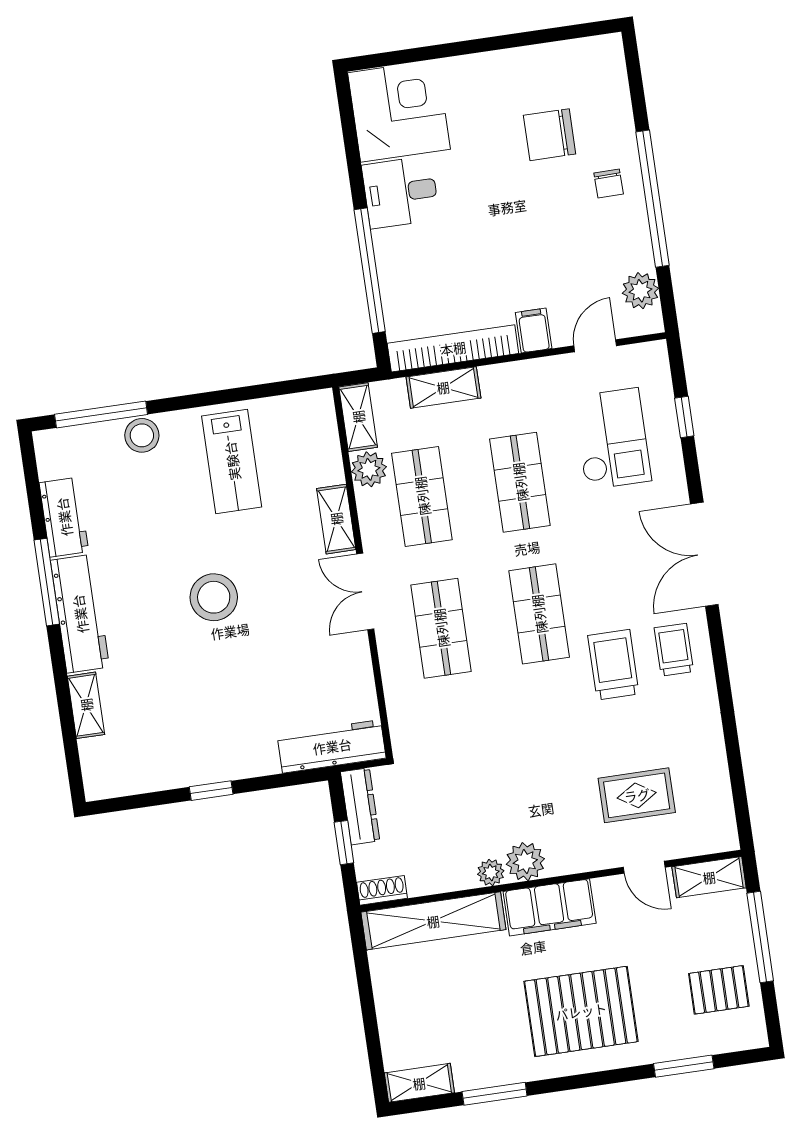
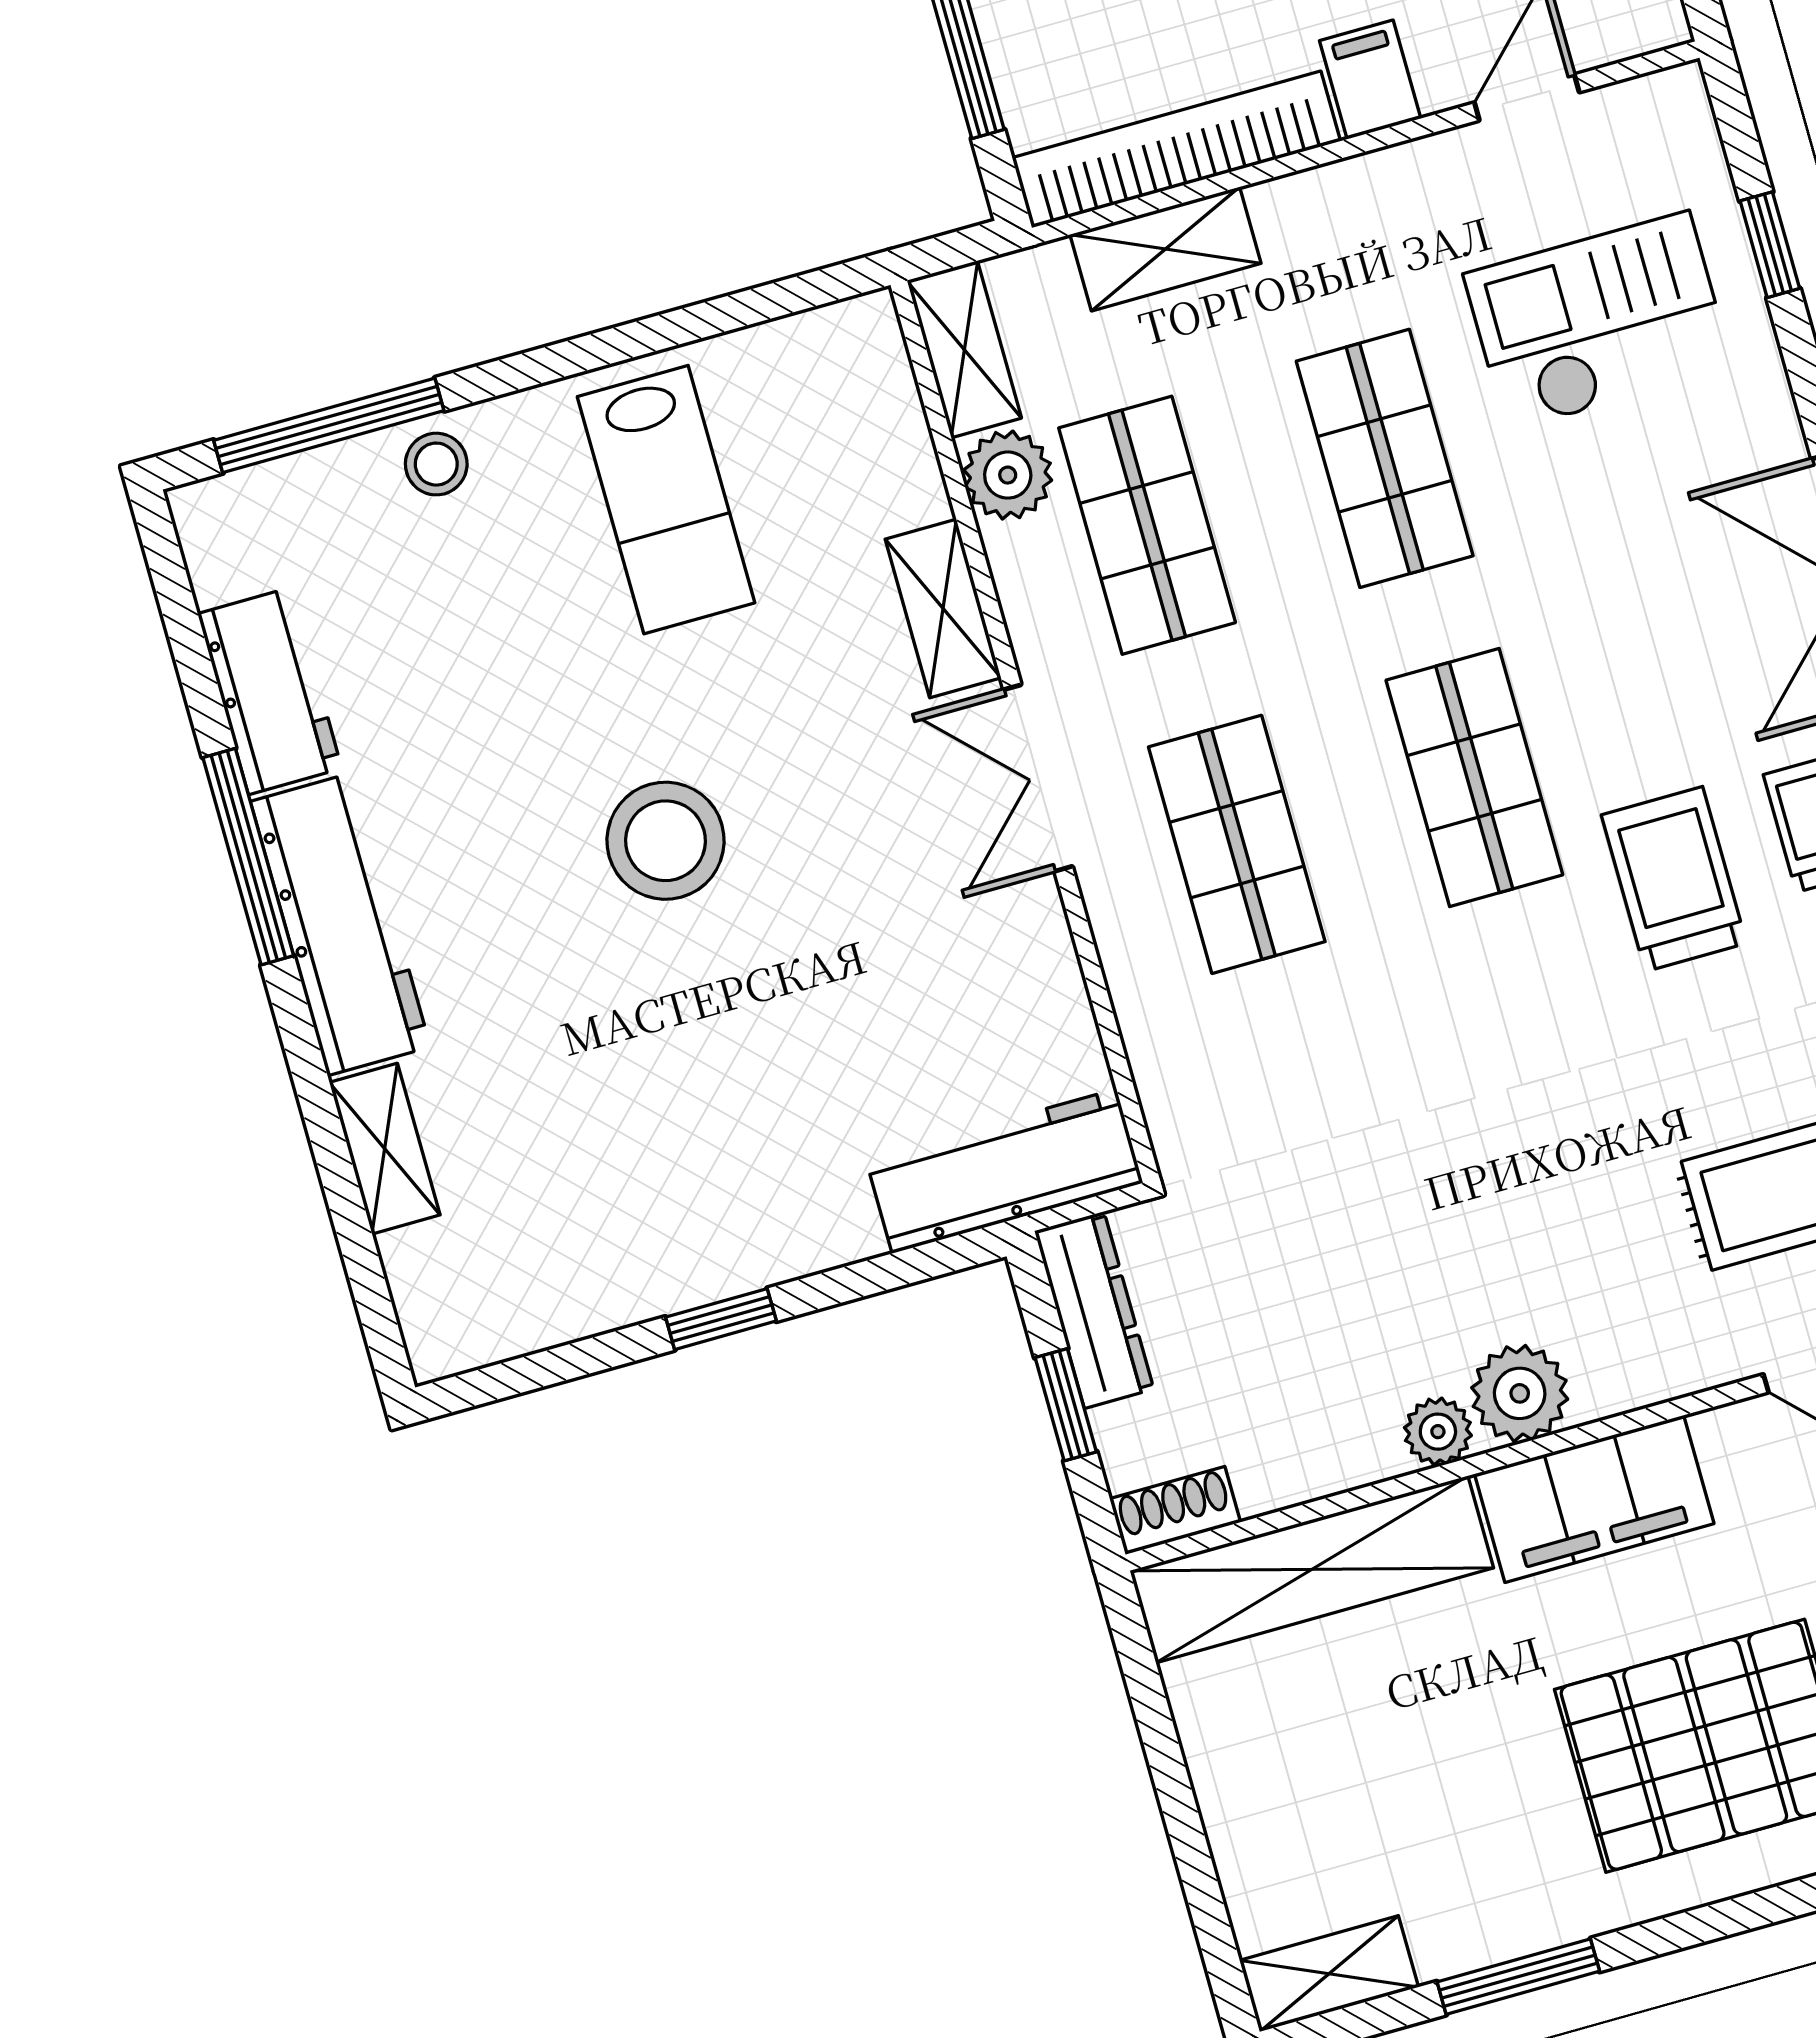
stool: (142, 435) -> (436, 464), width x0.73, depth x0.73
checkout: (612, 439) -> (1598, 322), turned -90

